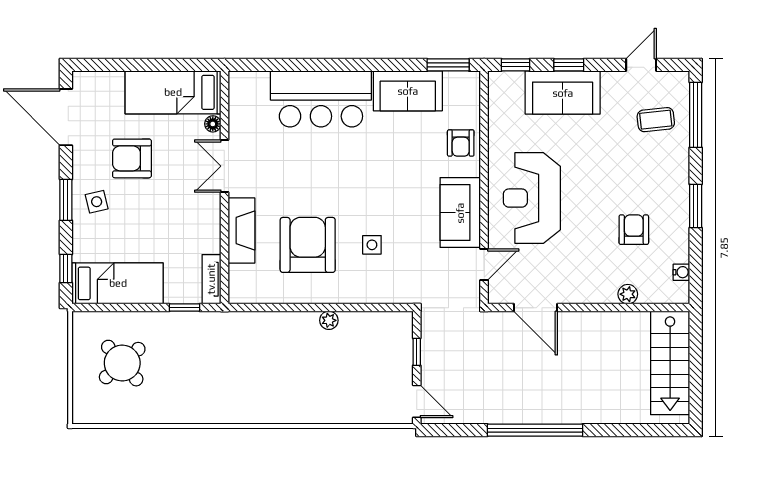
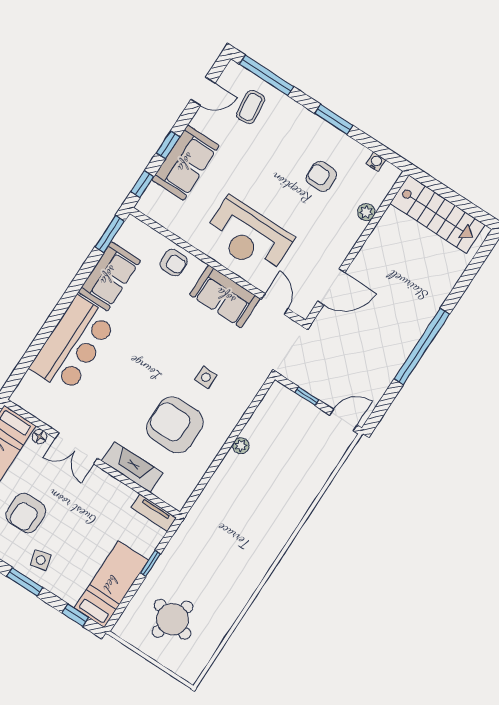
door: (641, 65) -> (203, 91), swing flipped
window: (184, 308) -> (150, 563), moved
round table: (122, 363) -> (172, 619), turned -33

